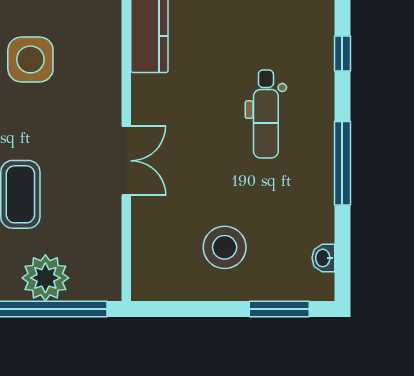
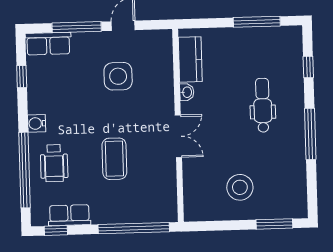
dental chair: (266, 114) -> (263, 105), turned 180
washbasin: (323, 258) -> (187, 92), moved, turned 180
plant: (45, 278) -> (131, 209), removed

